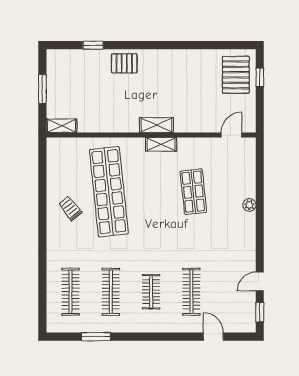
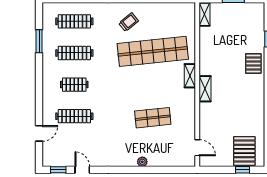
pallet: (236, 75) -> (244, 151), turned 90
shelving: (161, 144) -> (190, 76), moved
trolley: (70, 208) -> (129, 22), moved

